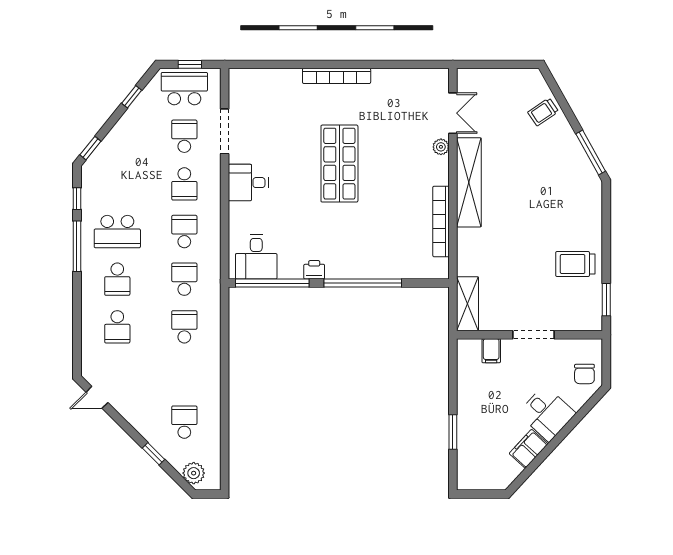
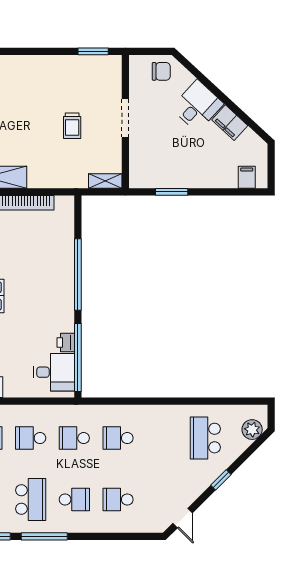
trolley: (575, 264) -> (72, 126), moved, width x0.73, depth x0.72
printer: (314, 270) -> (66, 342), moved
shelving: (468, 304) -> (105, 181), width x0.67, depth x0.75
school desk: (117, 327) -> (118, 500), turned 180
filing cabinet: (491, 351) -> (247, 177), moved, turned -90
school desk: (184, 422) -> (205, 438), width x1.85
window: (453, 432) -> (172, 192), moved
window: (153, 454) -> (221, 480), moved

